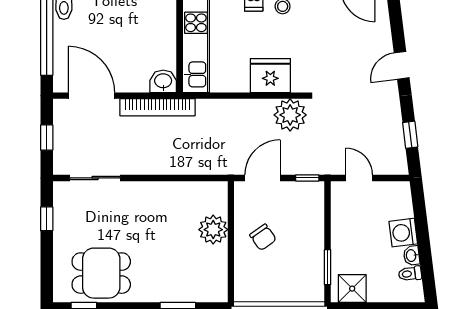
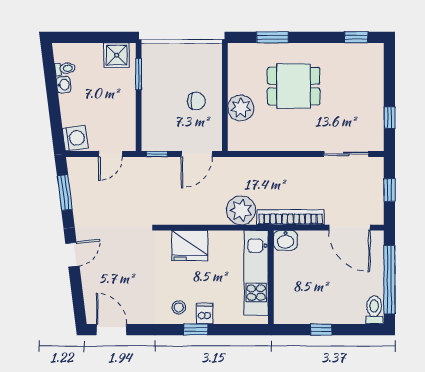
plant: (290, 115) -> (241, 210), moved
window: (410, 135) -> (65, 193), width x1.50
door: (359, 178) -> (110, 154), hinge flipped
washing machine: (403, 233) -> (75, 138), moved
chair: (263, 237) -> (196, 101), turned 125
dining table: (101, 273) -> (294, 86), moved

